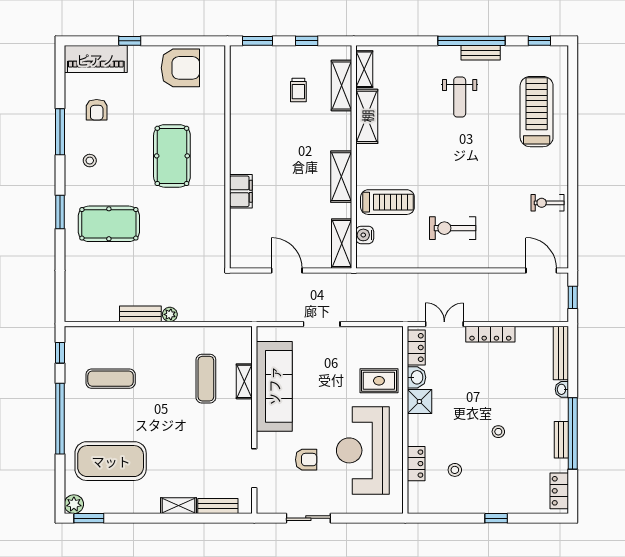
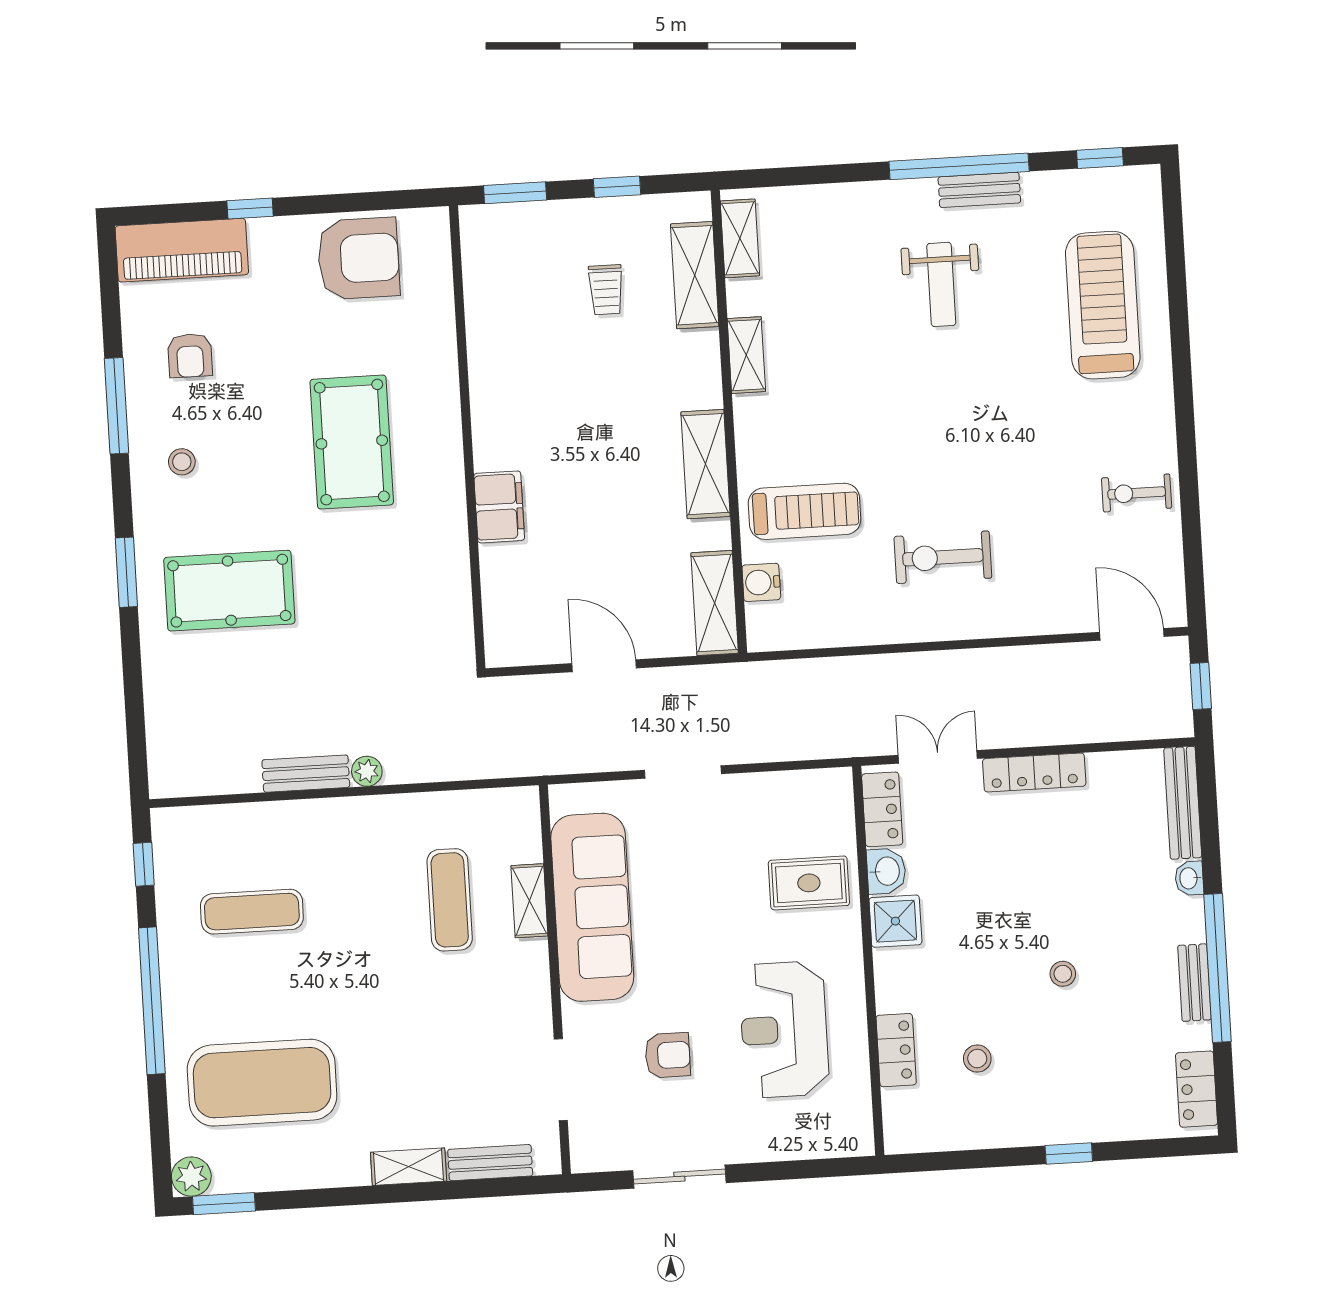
shelving: (367, 116) -> (746, 355), width x0.67, depth x0.75
reception desk: (363, 450) -> (784, 1029), width x0.74, depth x0.77

